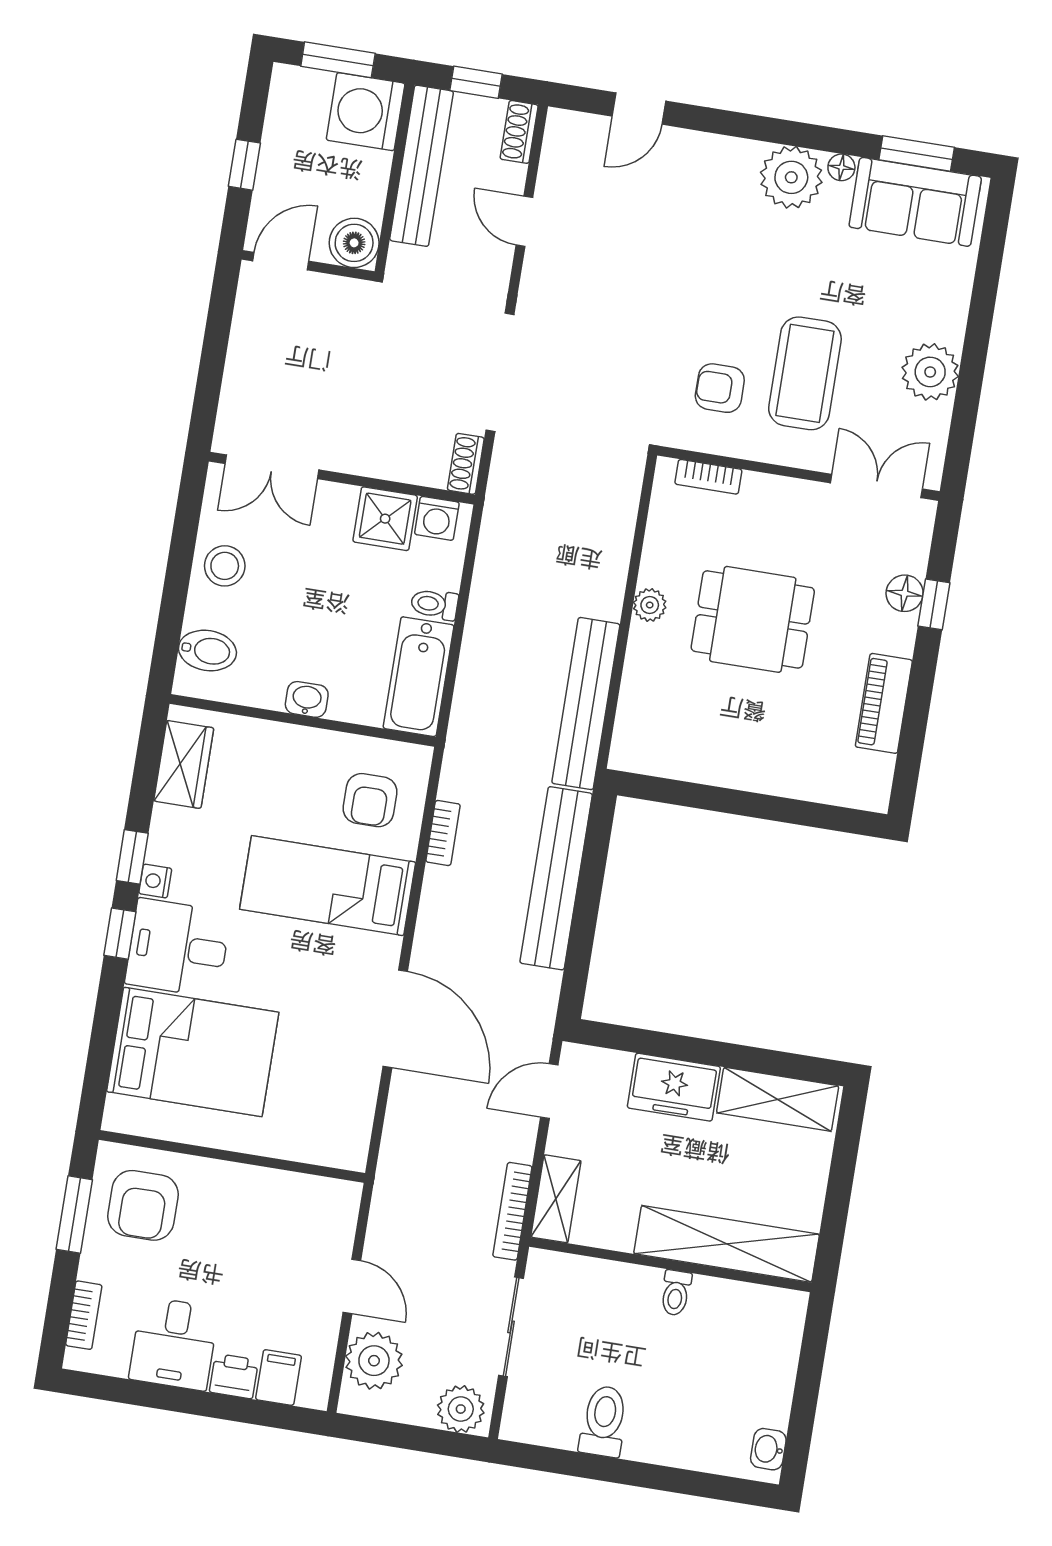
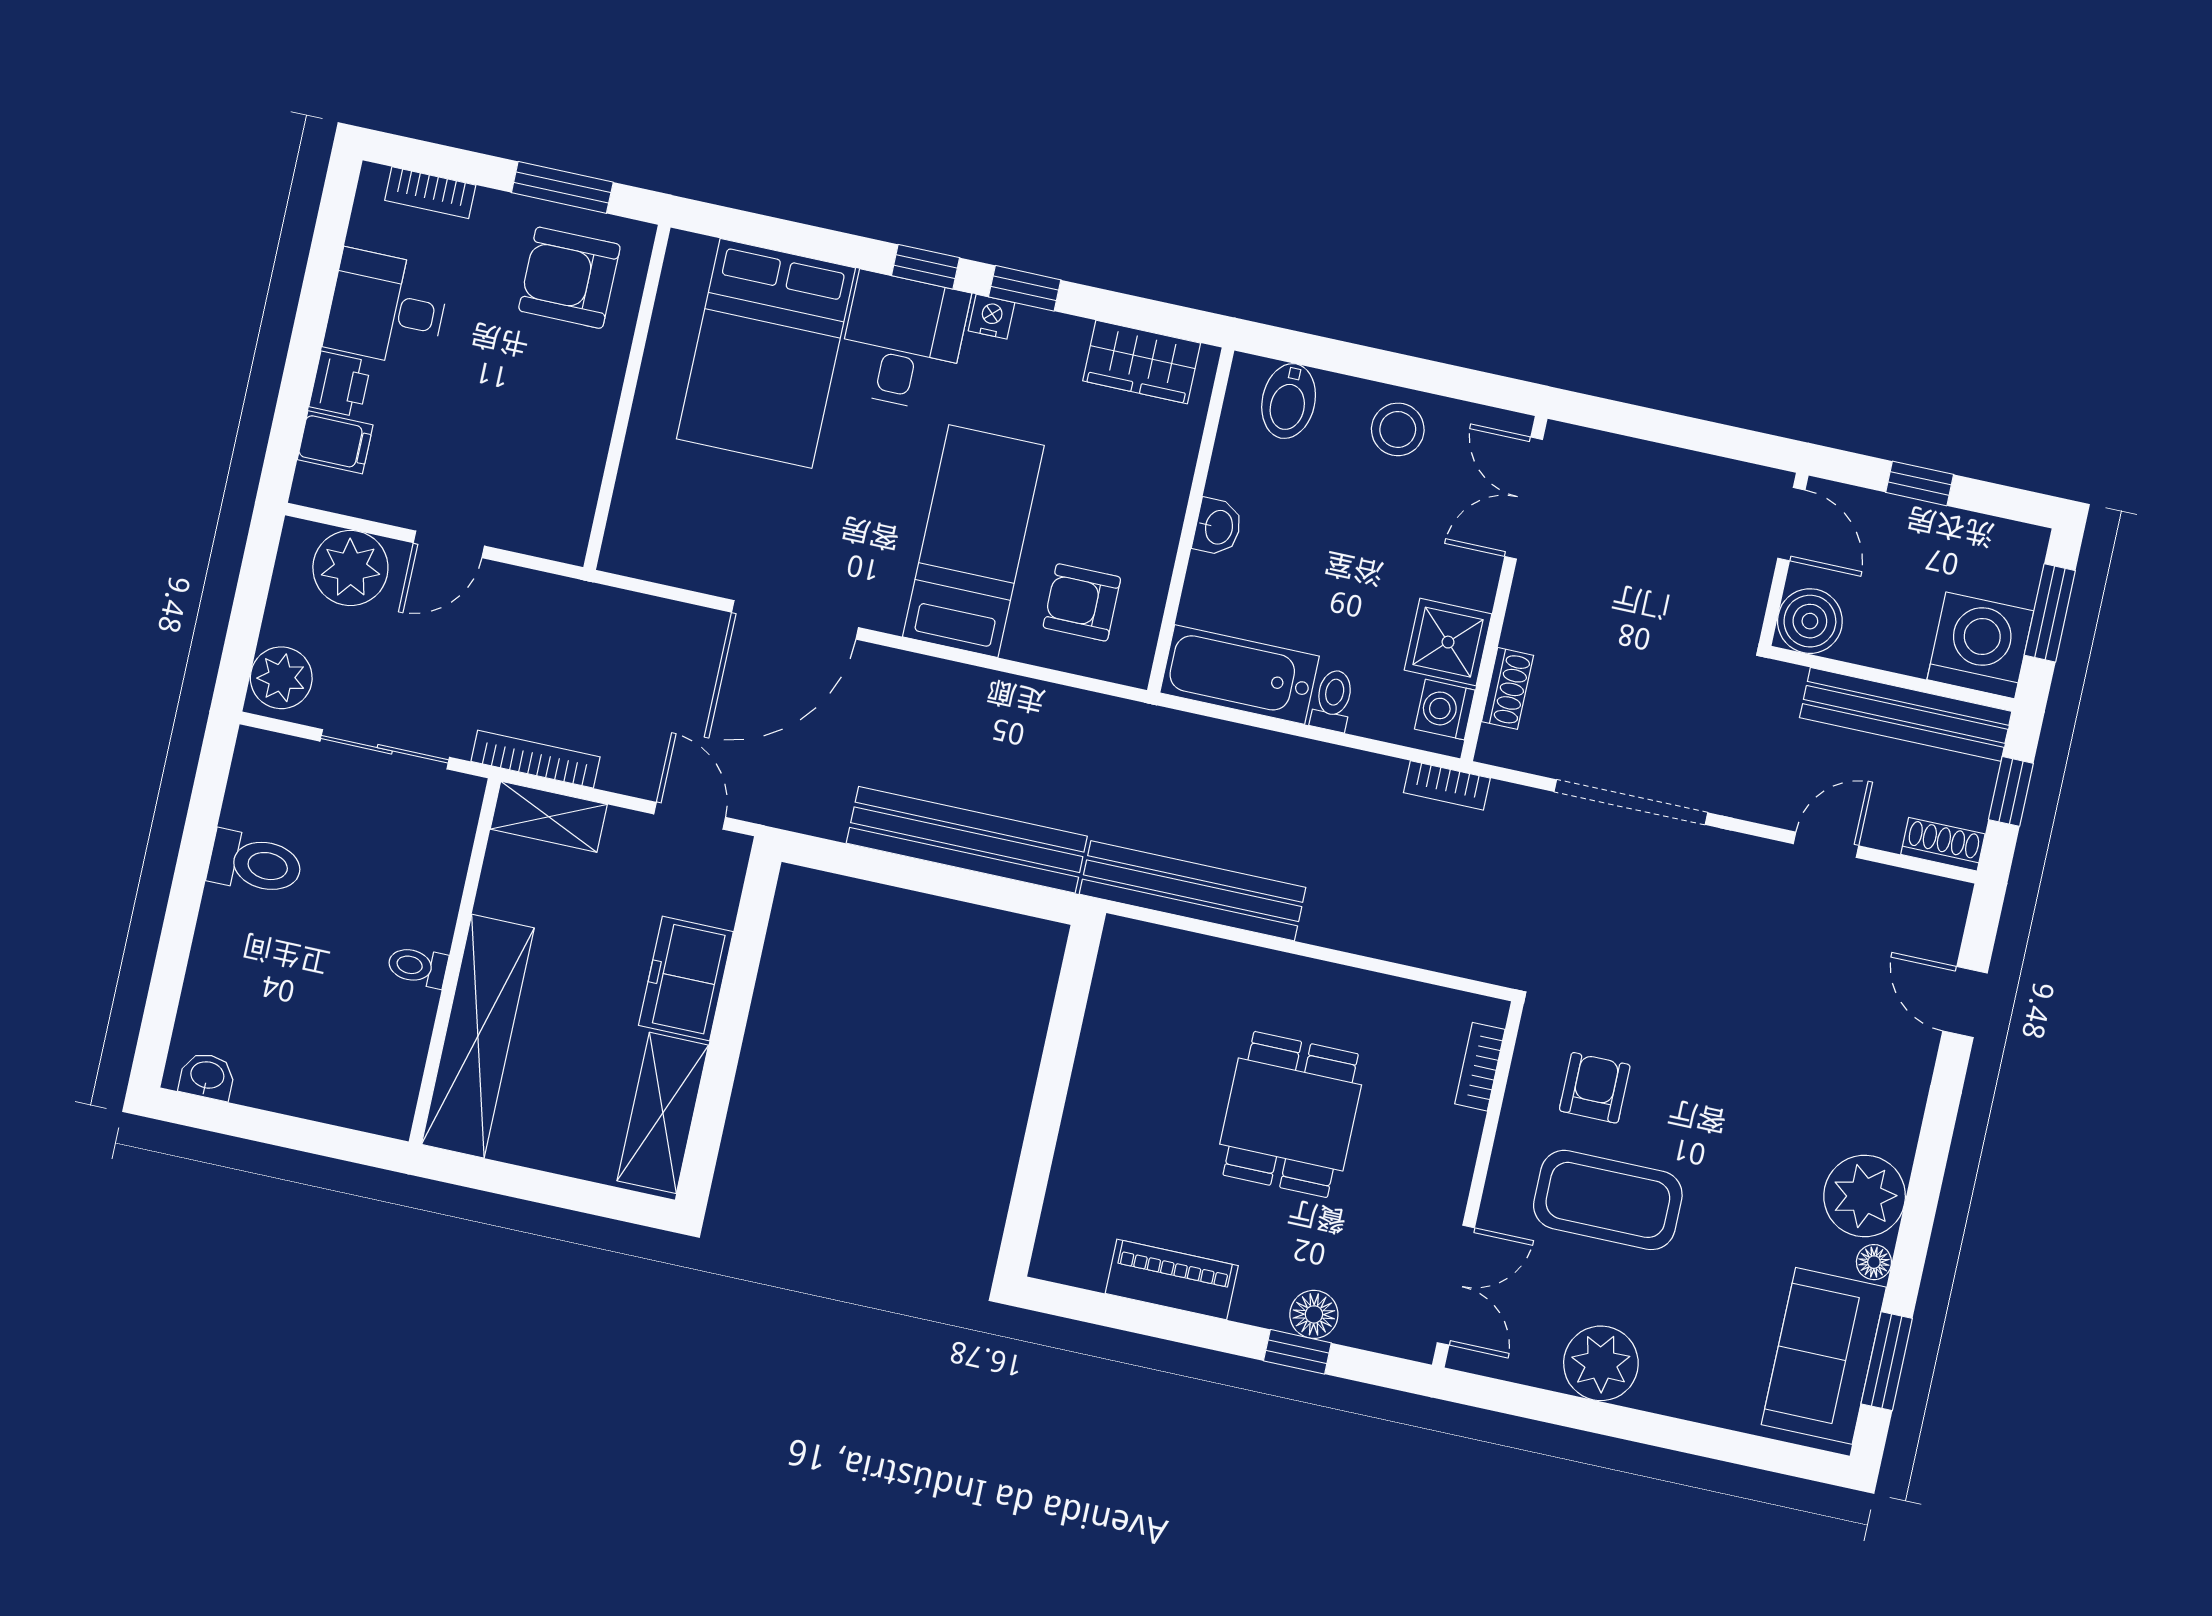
shoe rack: (466, 464) -> (1508, 688), moved, turned 90
plant: (650, 605) -> (1317, 981), removed
bookcase: (443, 833) -> (1447, 785), moved

